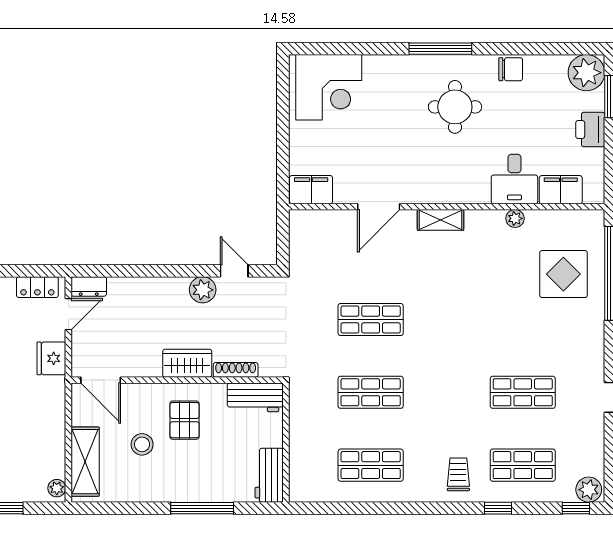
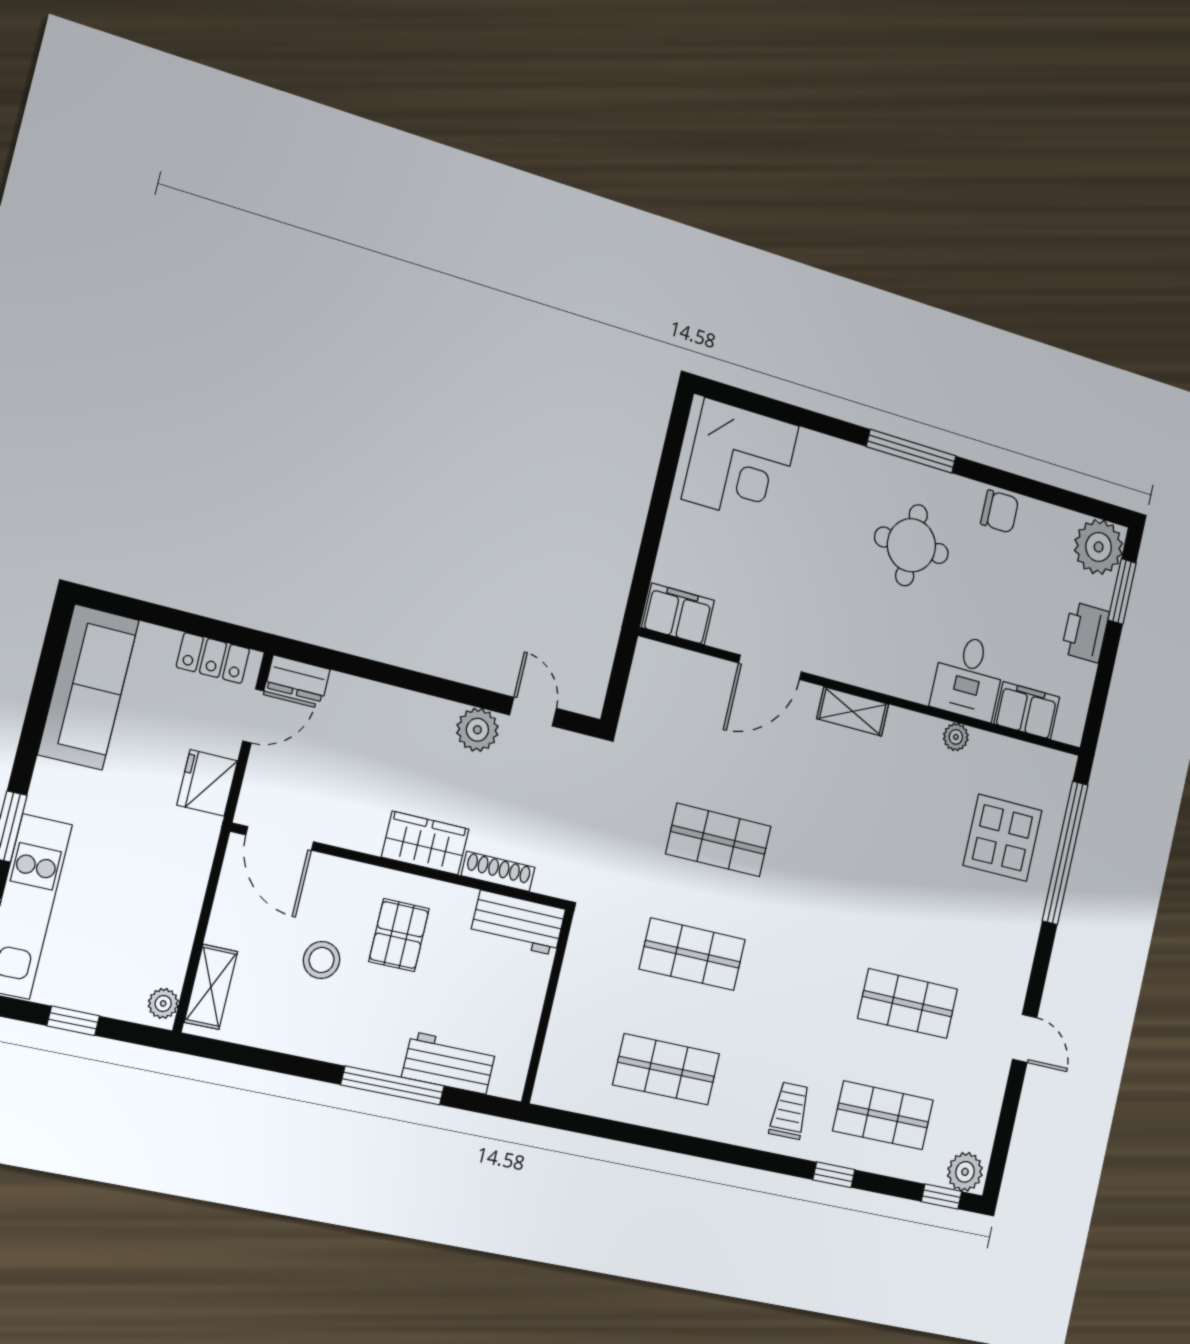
shelving: (85, 462) -> (211, 987), width x0.67, depth x0.75
workbench: (269, 475) -> (449, 1063), moved, turned 90

